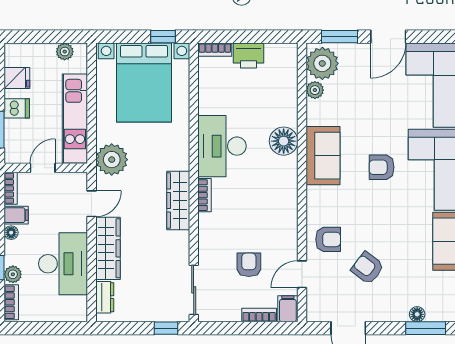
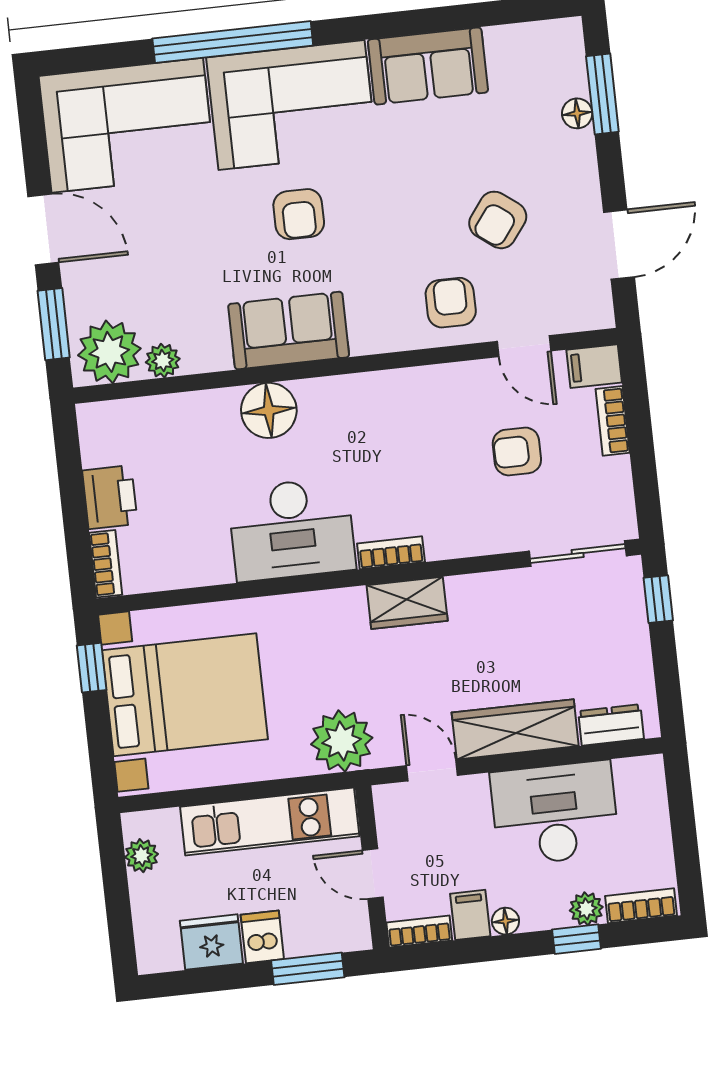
fridge: (17, 78) -> (211, 942), width x1.38
wardrobe: (178, 201) -> (407, 603), width x0.67

